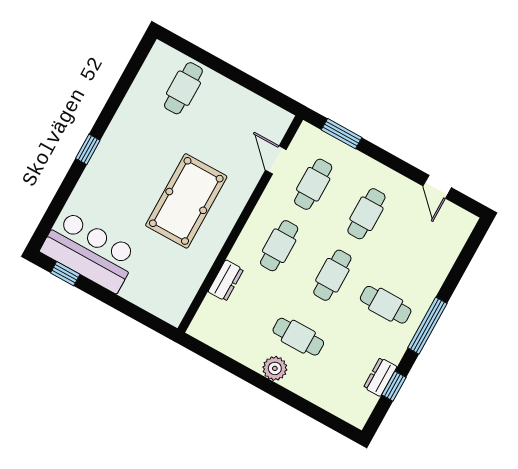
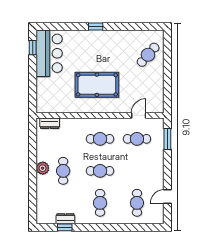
cafe table: (183, 88) -> (148, 55), turned -49
cafe table: (366, 214) -> (137, 203), moved, turned 90
dresser: (226, 281) -> (50, 123), moved
window: (427, 326) -> (101, 227), removed

